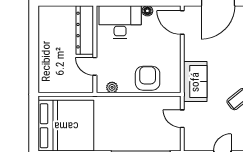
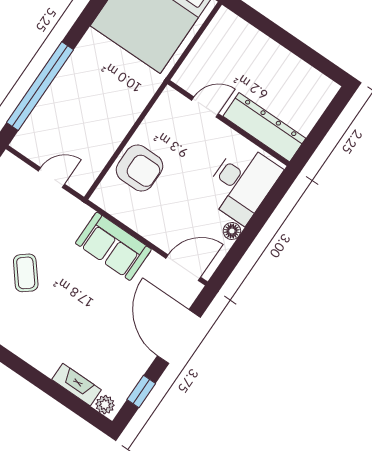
sofa: (195, 82) -> (113, 246), moved
plant: (112, 87) -> (160, 111), removed

